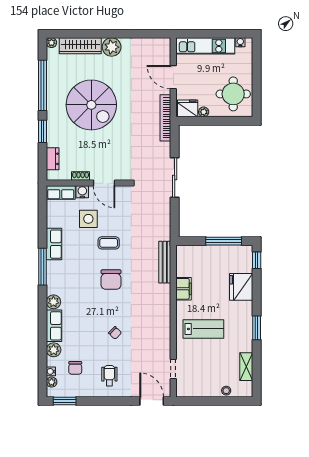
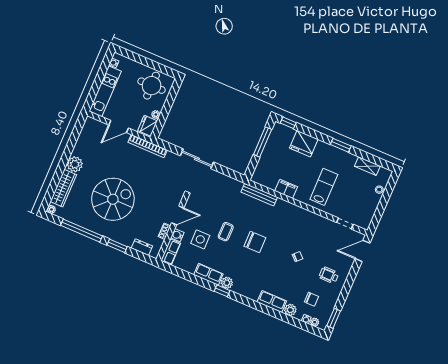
window: (43, 267) -> (222, 291), width x0.46
plant: (53, 302) -> (227, 283), moved

